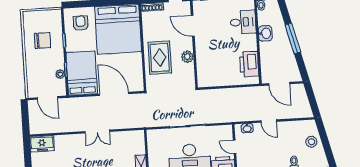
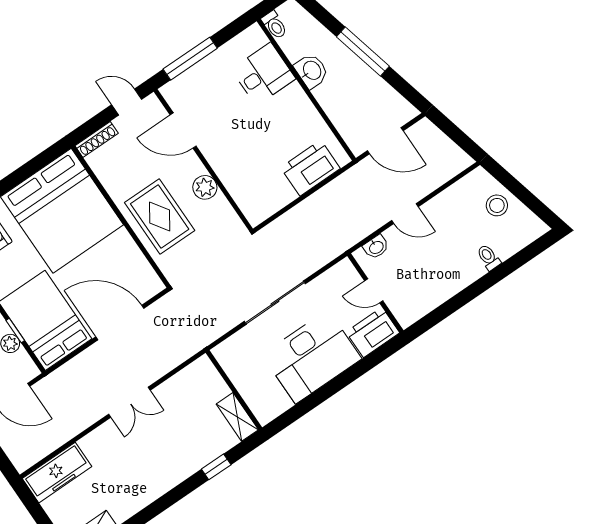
printer: (249, 64) -> (310, 168), moved, turned 90
freezer: (42, 144) -> (57, 473), width x1.40

